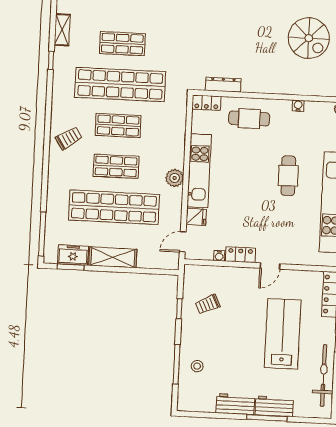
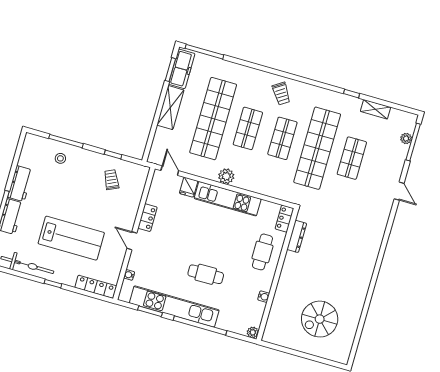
freezer: (73, 255) -> (182, 69), width x1.40
water cooler: (219, 256) -> (129, 275), moved

